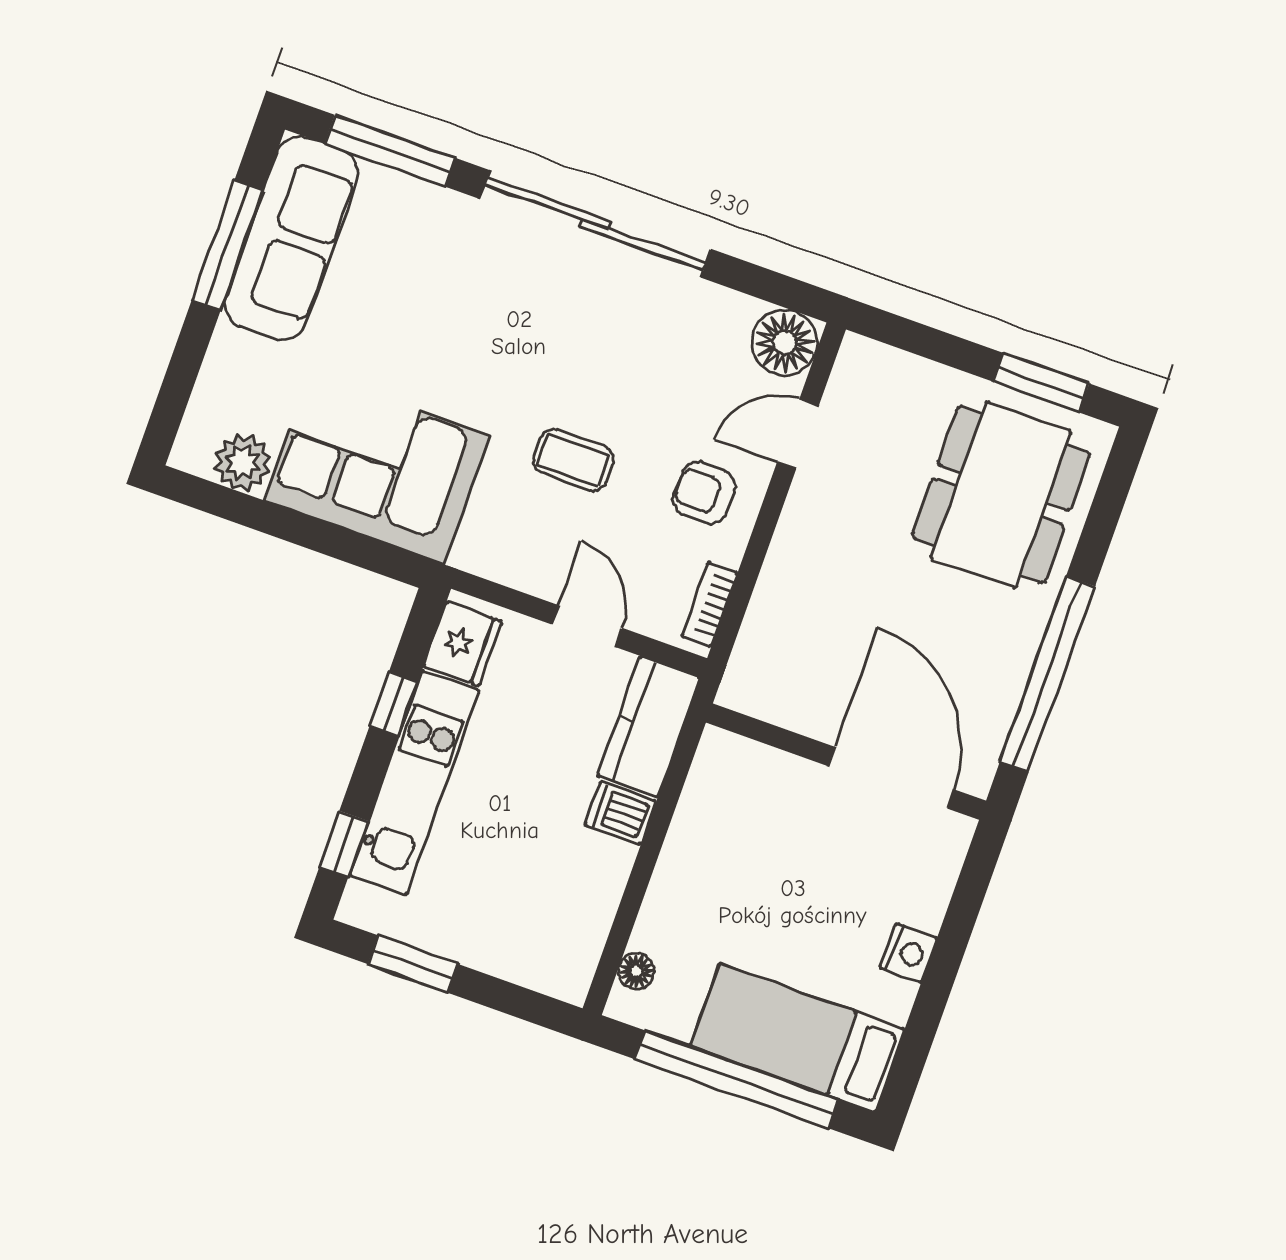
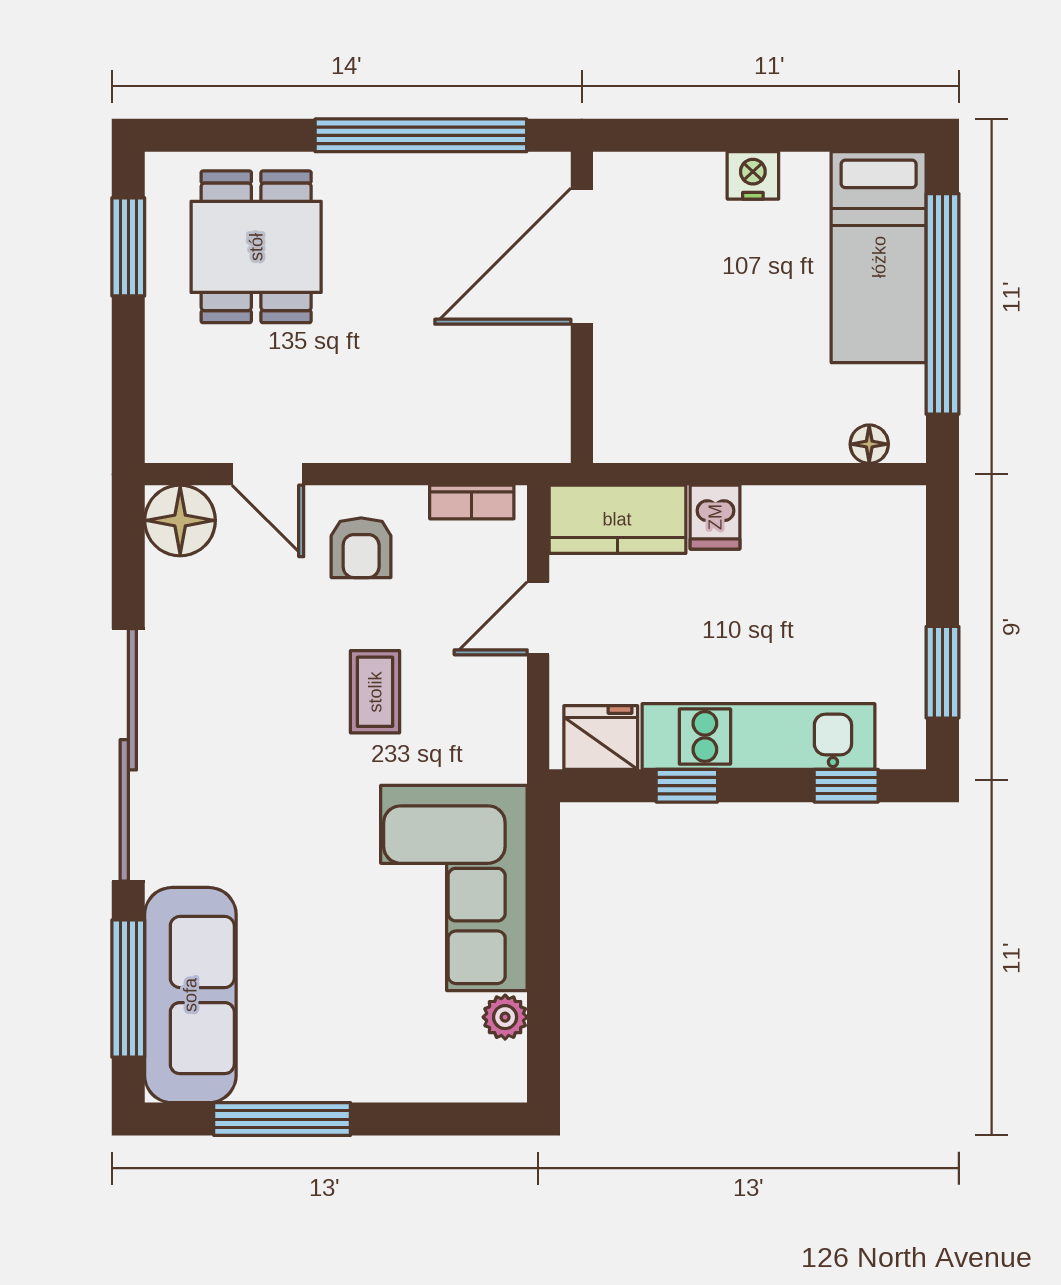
sofa: (291, 238) -> (190, 995), moved, turned 90
plant: (243, 463) -> (505, 1017), width x0.73, depth x0.73
dining table: (1001, 495) -> (256, 247), width x0.73

